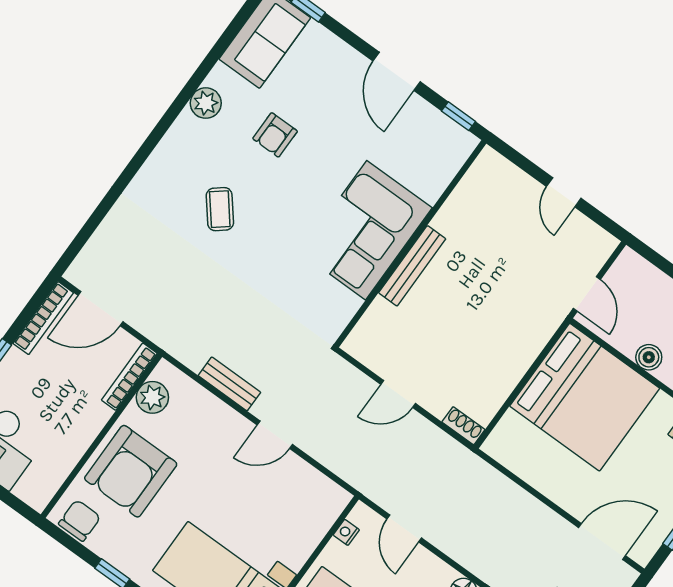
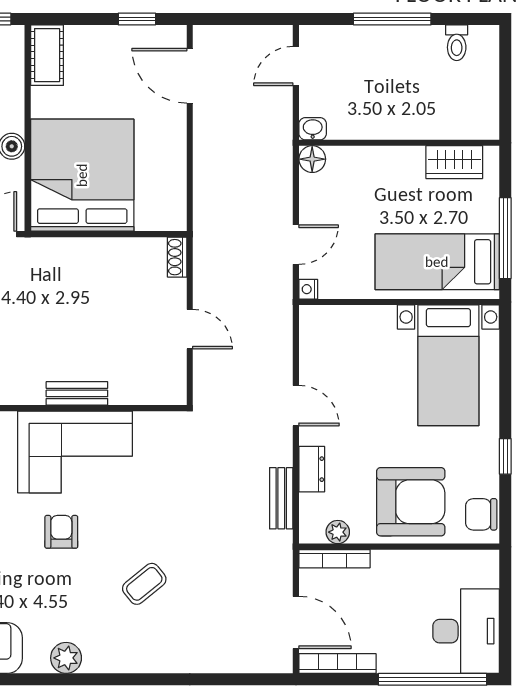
armchair: (275, 135) -> (61, 532), moved, turned -90
bench: (412, 266) -> (77, 393), width x0.73
bench: (229, 384) -> (281, 498), moved
plant: (152, 397) -> (338, 532), width x0.73, depth x0.73
dresser: (215, 411) -> (312, 469), added
nightstand: (346, 532) -> (308, 289), moved, turned 90

